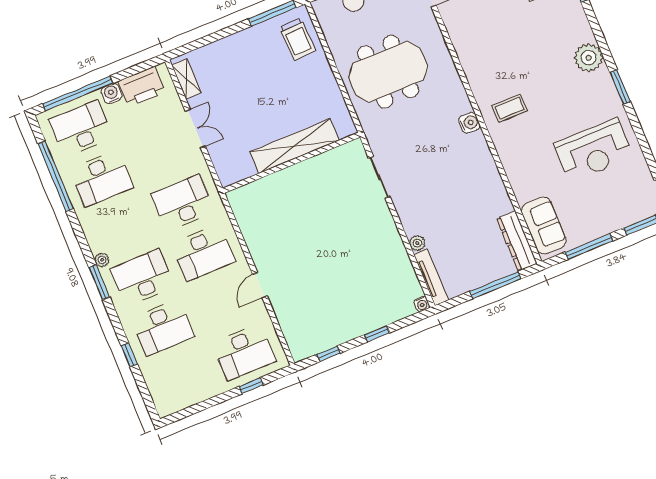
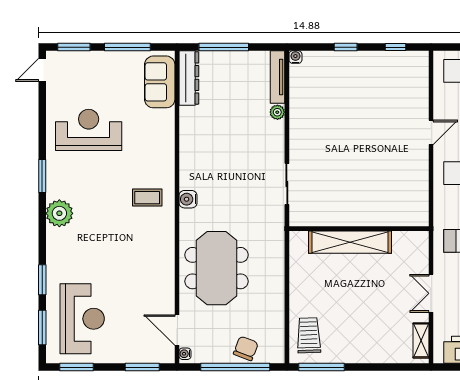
meeting table: (388, 72) -> (217, 268), moved, turned 90

